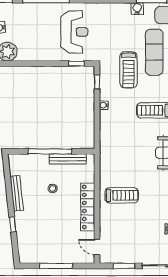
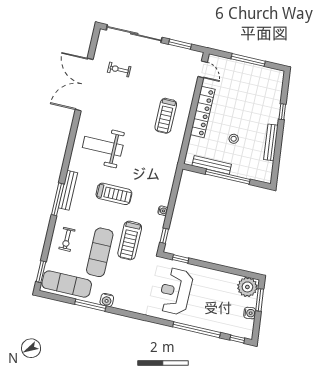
treadmill: (129, 70) -> (130, 240), turned 180
treadmill: (122, 195) -> (166, 116), turned -90

